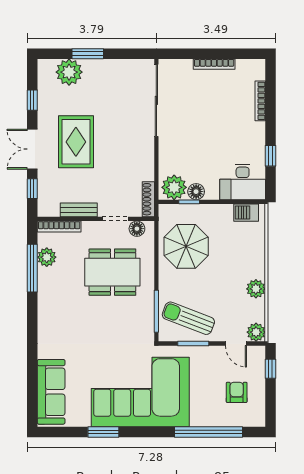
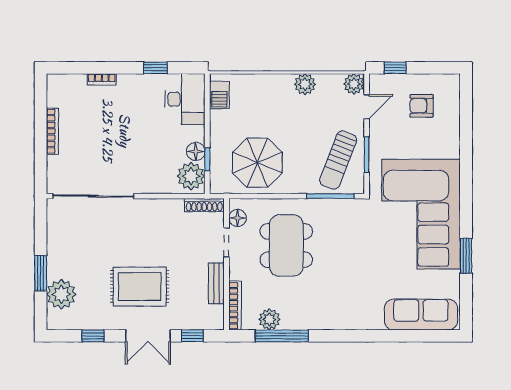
bookcase: (260, 101) -> (102, 79), width x0.64
window: (209, 432) -> (466, 137), removed

